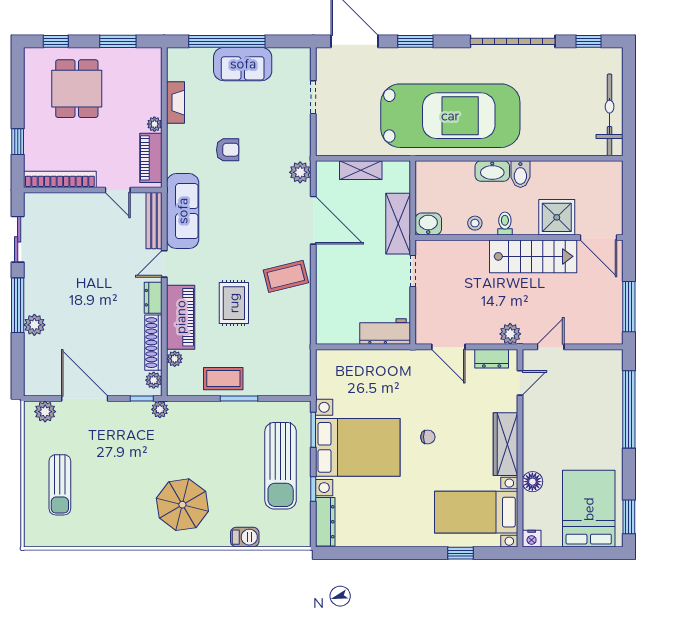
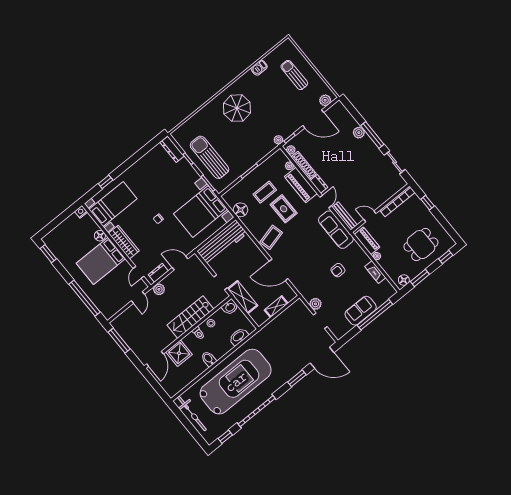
floor lamp: (144, 57) -> (404, 280), added
dining table: (77, 89) -> (421, 245), turned 90
car: (450, 116) -> (236, 382), moved, turned 180
washbasin: (492, 171) -> (239, 336), moved
plant: (300, 172) -> (315, 304), moved
door: (598, 238) -> (155, 359), swing flipped
stairs: (533, 256) -> (190, 317), moved
workbench: (385, 332) -> (222, 242), width x1.88, depth x1.32
floor lamp: (298, 353) -> (241, 210), added
coffee table: (223, 379) -> (265, 192), moved
bed with nightstands: (358, 447) -> (201, 212), moved
bed: (589, 509) -> (101, 261), moved, turned 90
barbecue: (245, 537) -> (259, 68), moved

